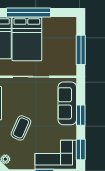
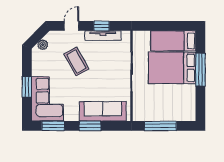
window: (28, 13) -> (200, 70), width x0.68
coffee table: (21, 128) -> (76, 61), turned 37

